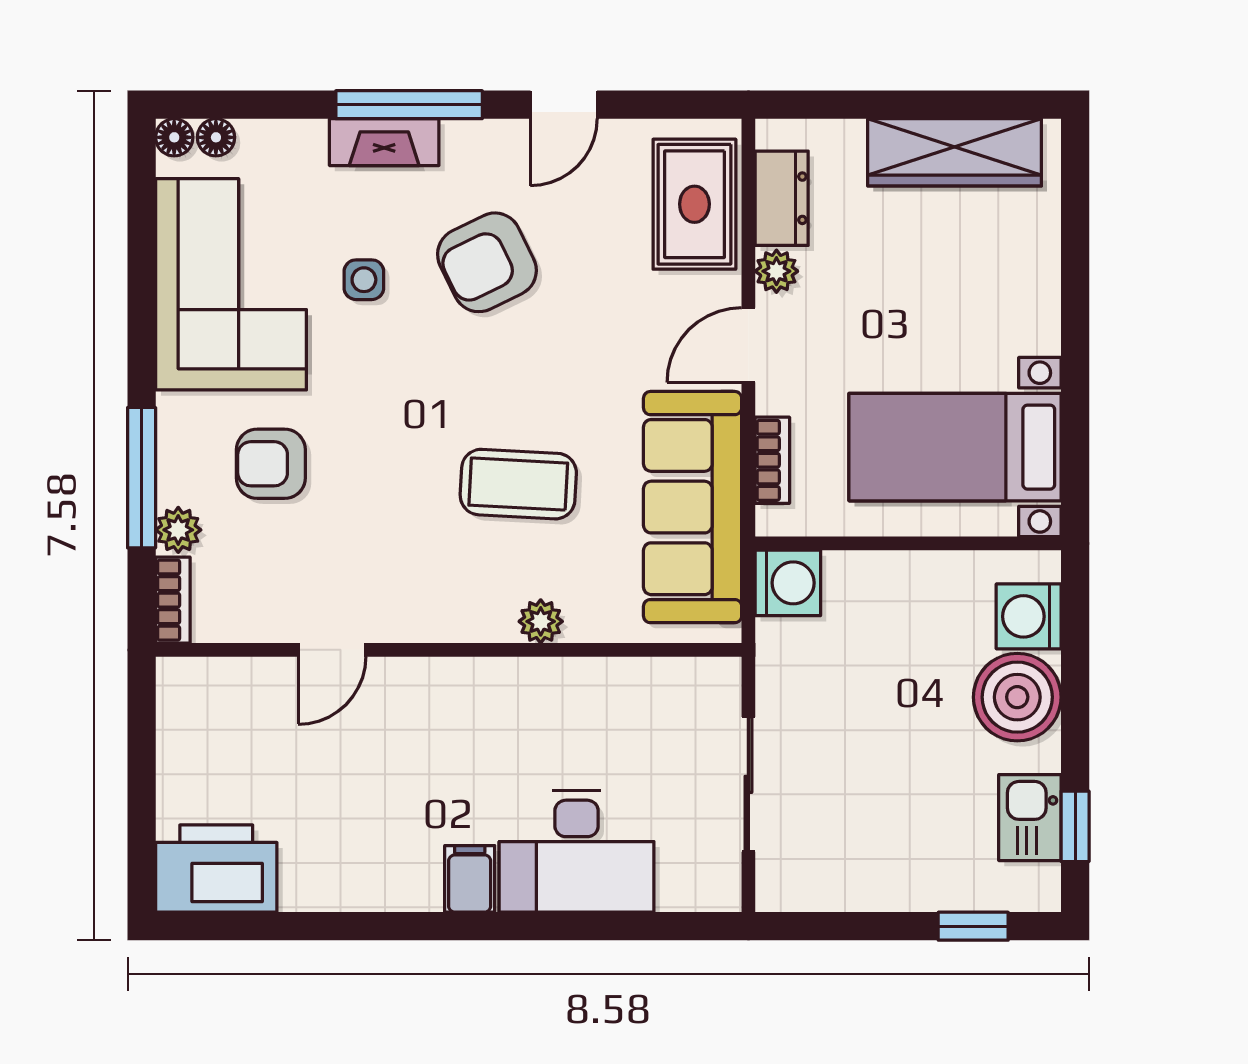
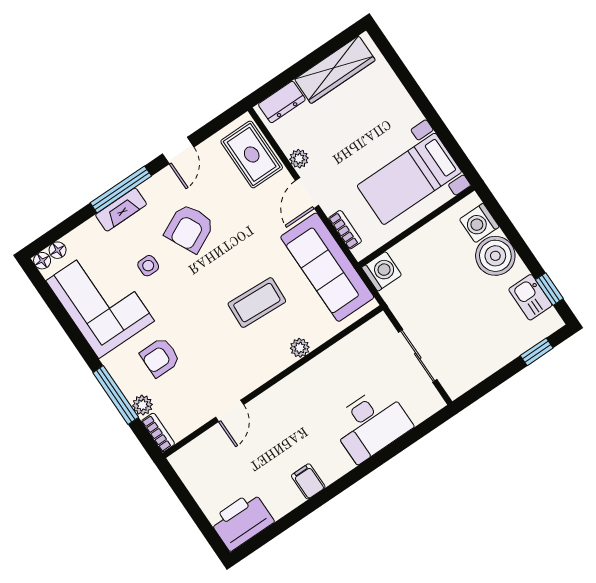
dresser: (782, 198) -> (282, 102), moved, turned 90
filing cabinet: (470, 879) -> (308, 481), moved

